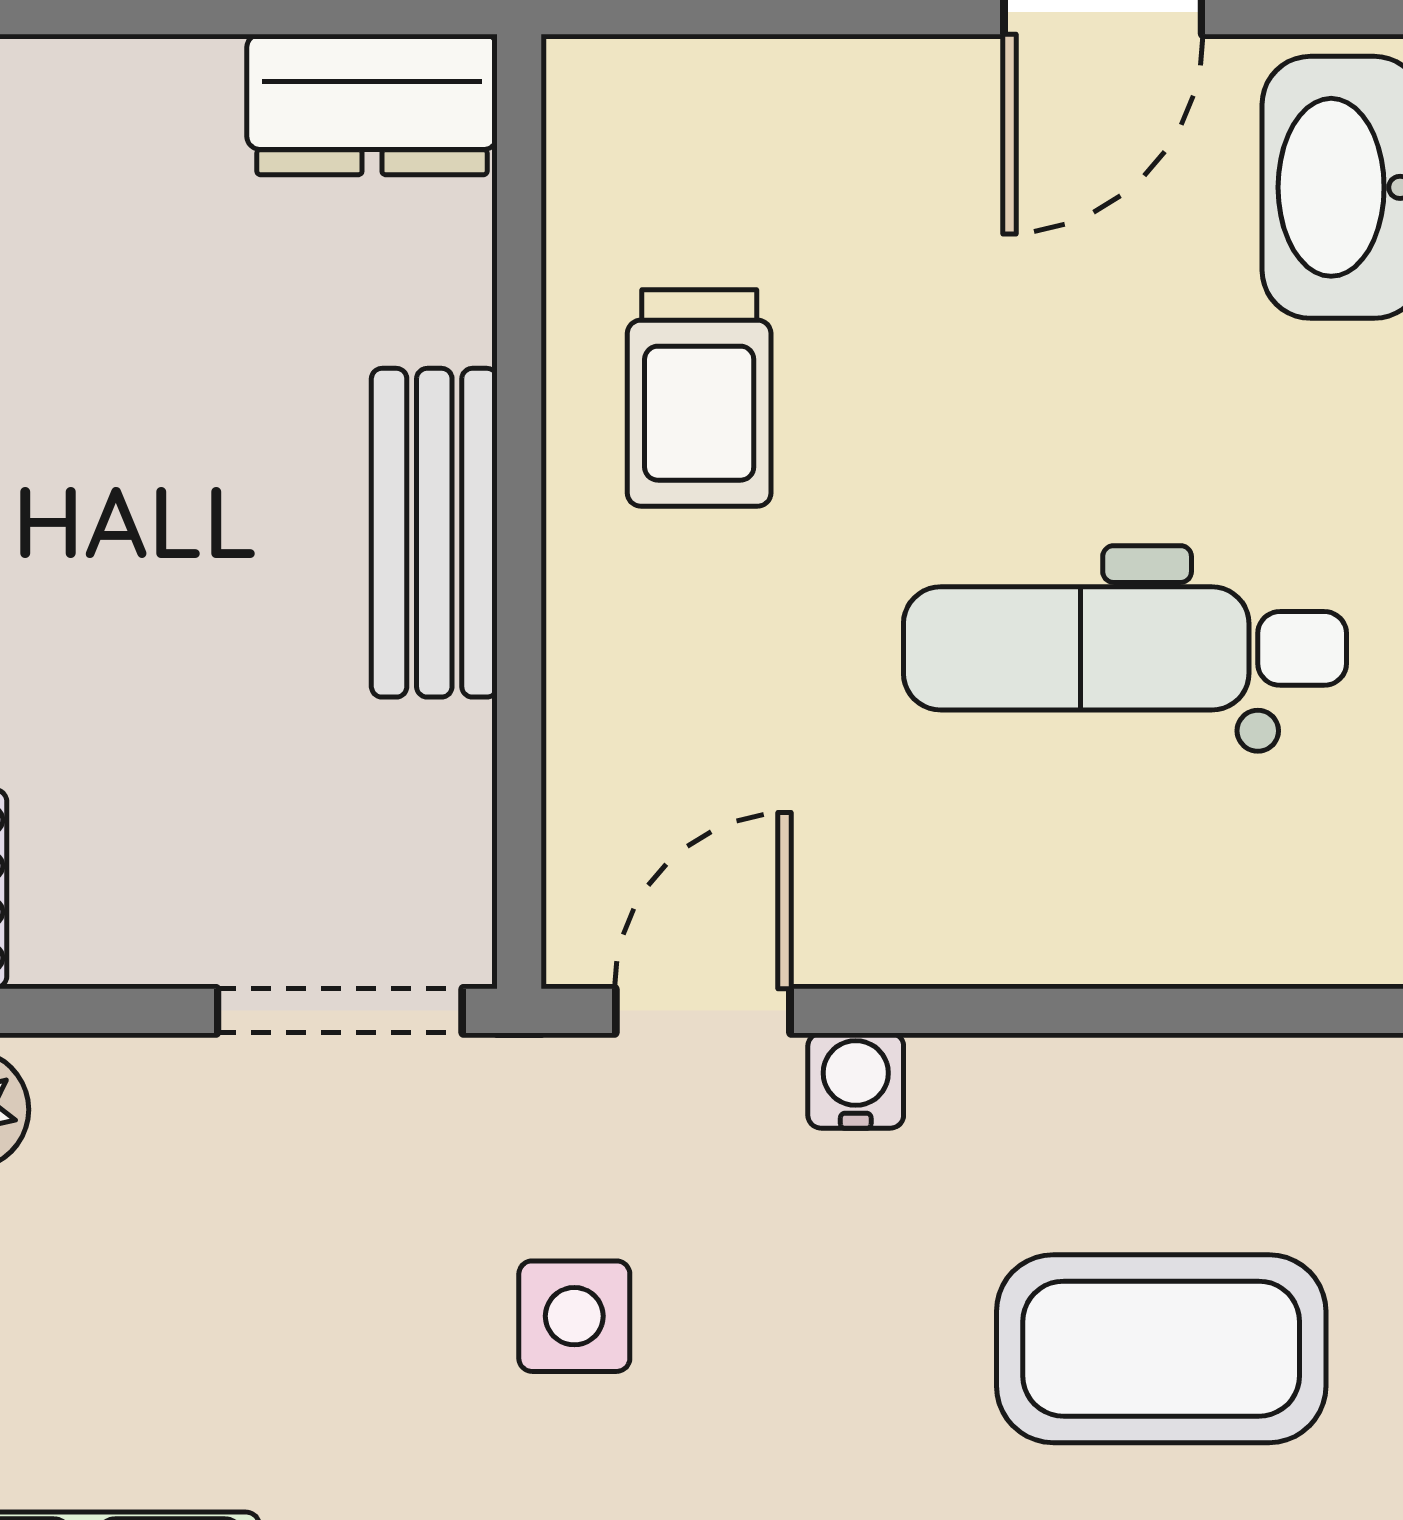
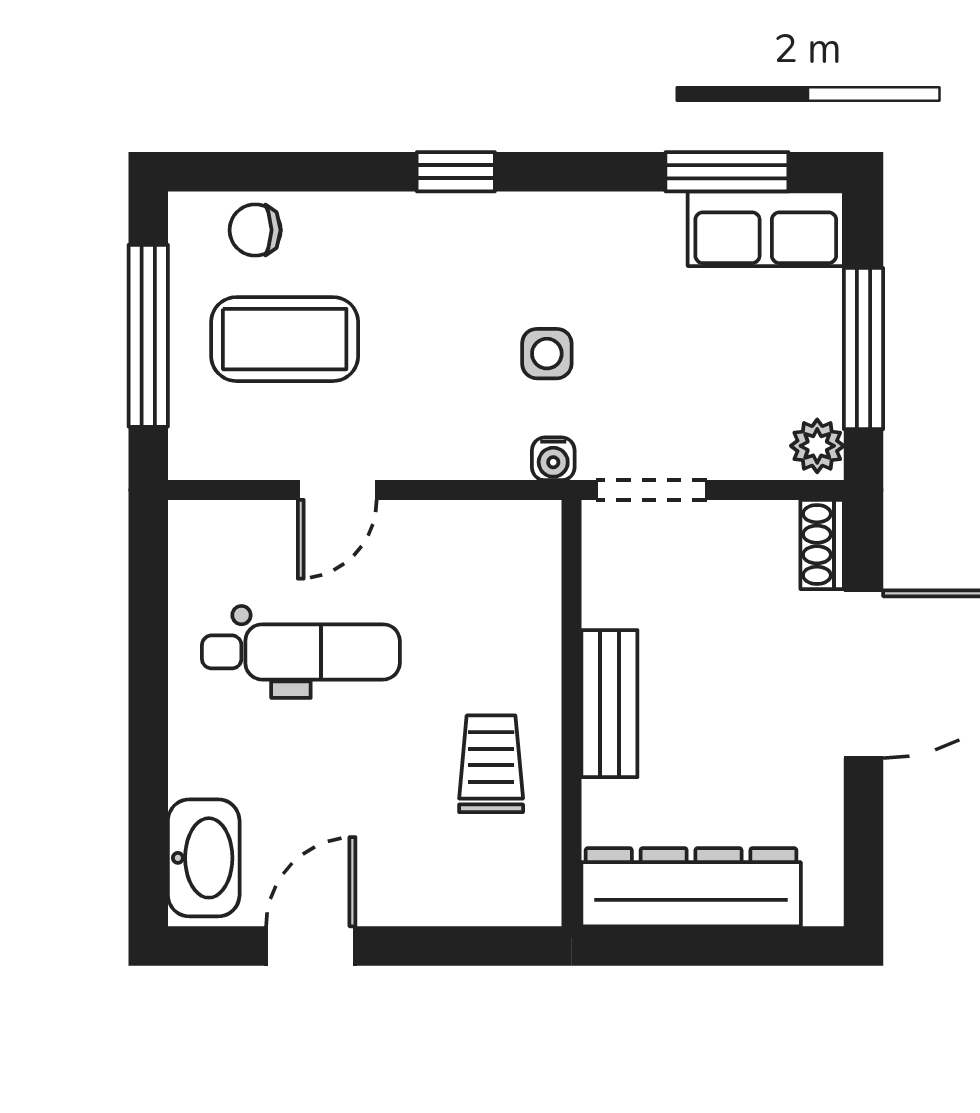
dresser: (372, 104) -> (691, 887), width x1.96, depth x1.24
door: (703, 1011) -> (337, 490), moved
water cooler: (856, 1081) -> (553, 459), moved

